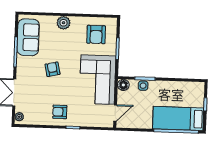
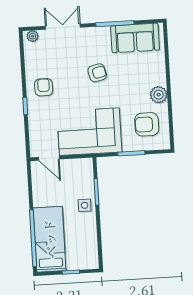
plant: (64, 23) -> (159, 95), moved
floor lamp: (123, 85) -> (86, 165), removed
side table: (143, 86) -> (85, 205), moved

